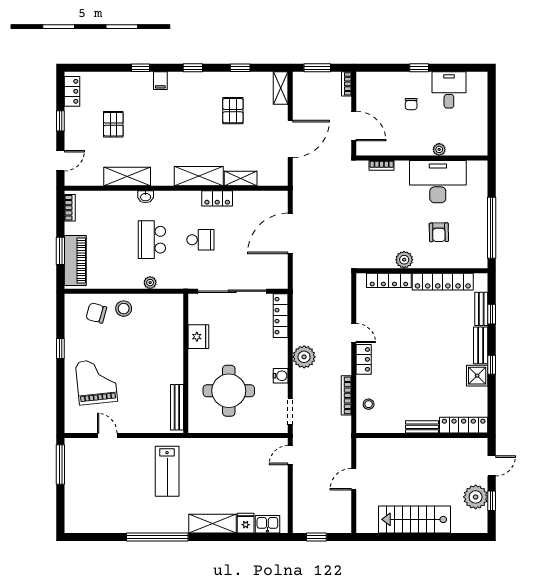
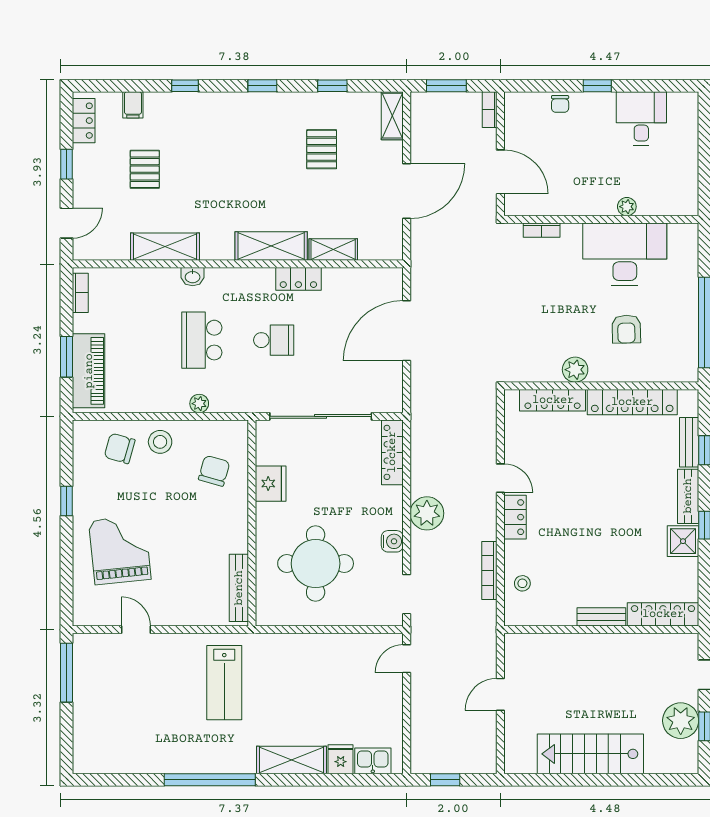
filing cabinet: (160, 81) -> (133, 105), moved
chair: (411, 104) -> (560, 104), moved
chair: (160, 328) -> (214, 471), added

